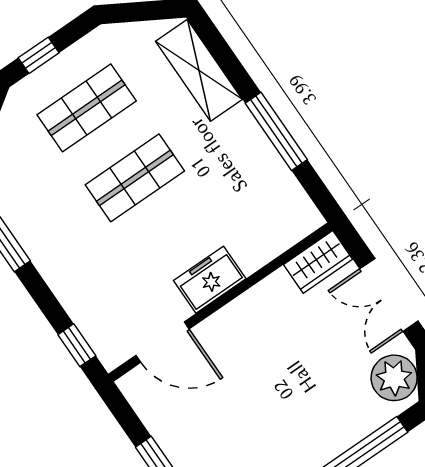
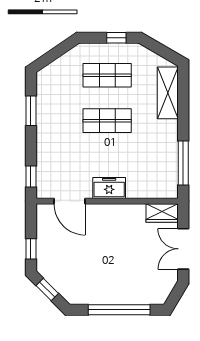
window: (39, 55) -> (116, 38), moved
window: (276, 131) -> (183, 163), moved
plant: (394, 378) -> (160, 287), removed

